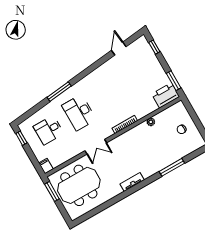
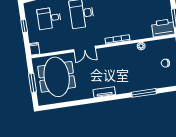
window: (21, 138) -> (24, 26), moved
meeting table: (79, 185) -> (57, 77), turned 90
window: (52, 191) -> (33, 83), moved

